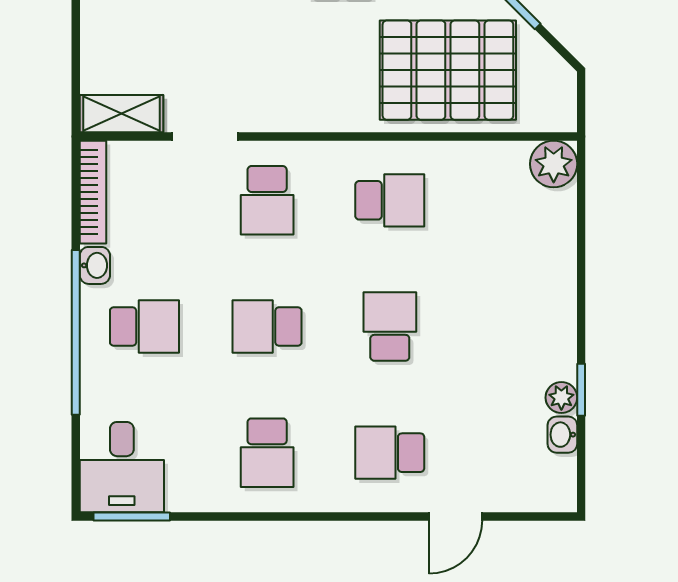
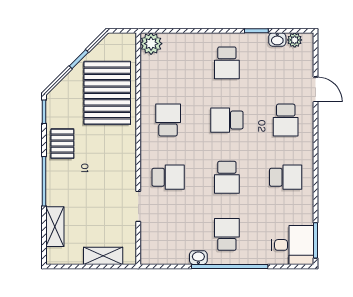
shelving: (121, 114) -> (103, 256), moved, turned 90
bookcase: (93, 192) -> (164, 258), removed
school desk: (512, 326) -> (227, 63), added
plant: (561, 398) -> (295, 40), moved

